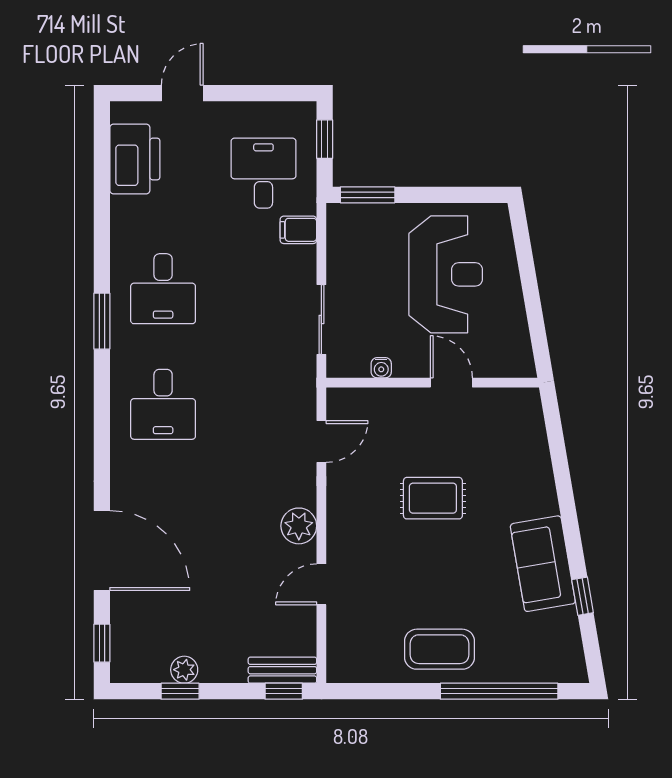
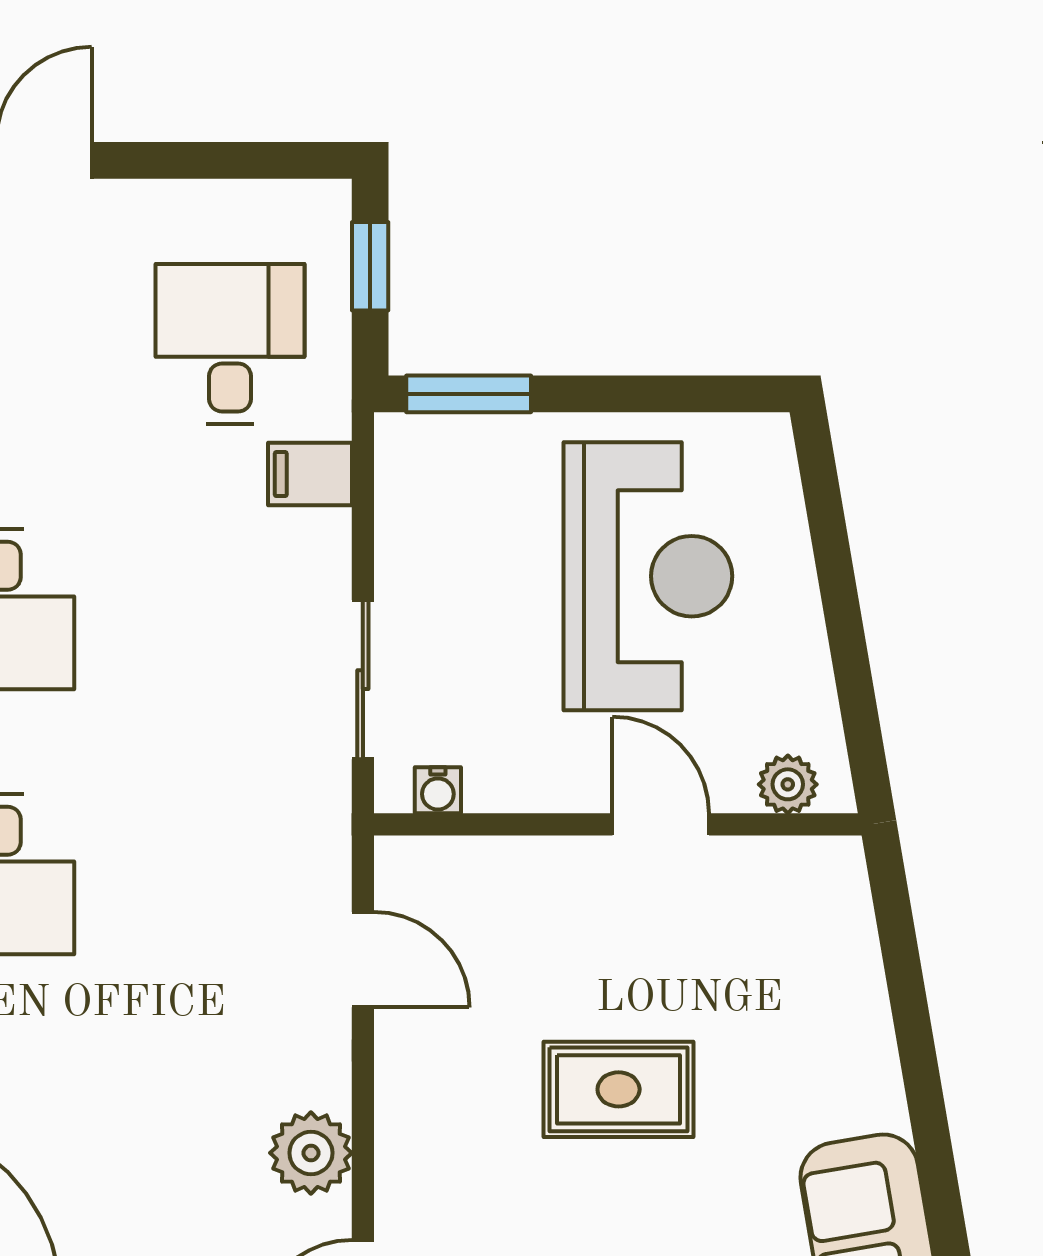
plant: (507, 365) -> (788, 784), added
water cooler: (381, 368) -> (438, 790), moved
door: (321, 442) -> (363, 960), hinge flipped

